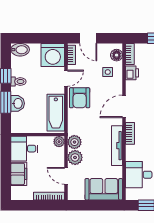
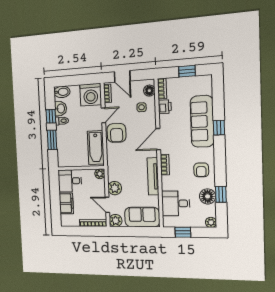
washbasin: (18, 103) -> (61, 109), moved
plant: (74, 142) -> (116, 221), moved

